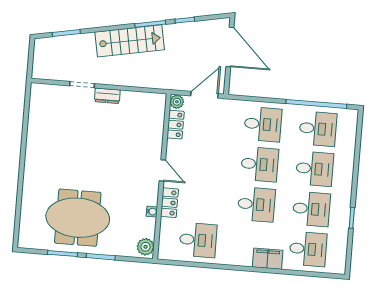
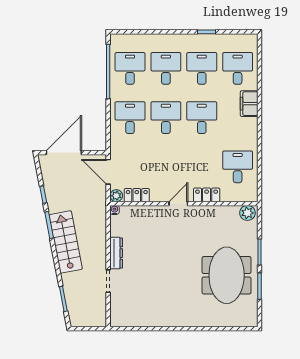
dresser: (107, 96) -> (116, 253), width x1.44
water cooler: (152, 212) -> (114, 210), moved

